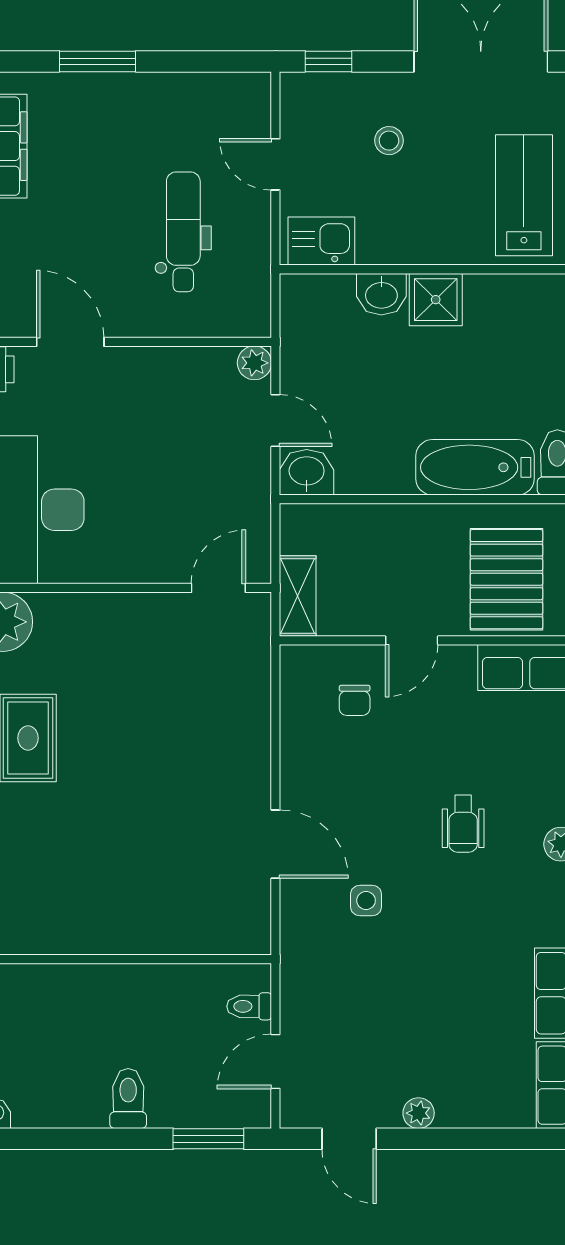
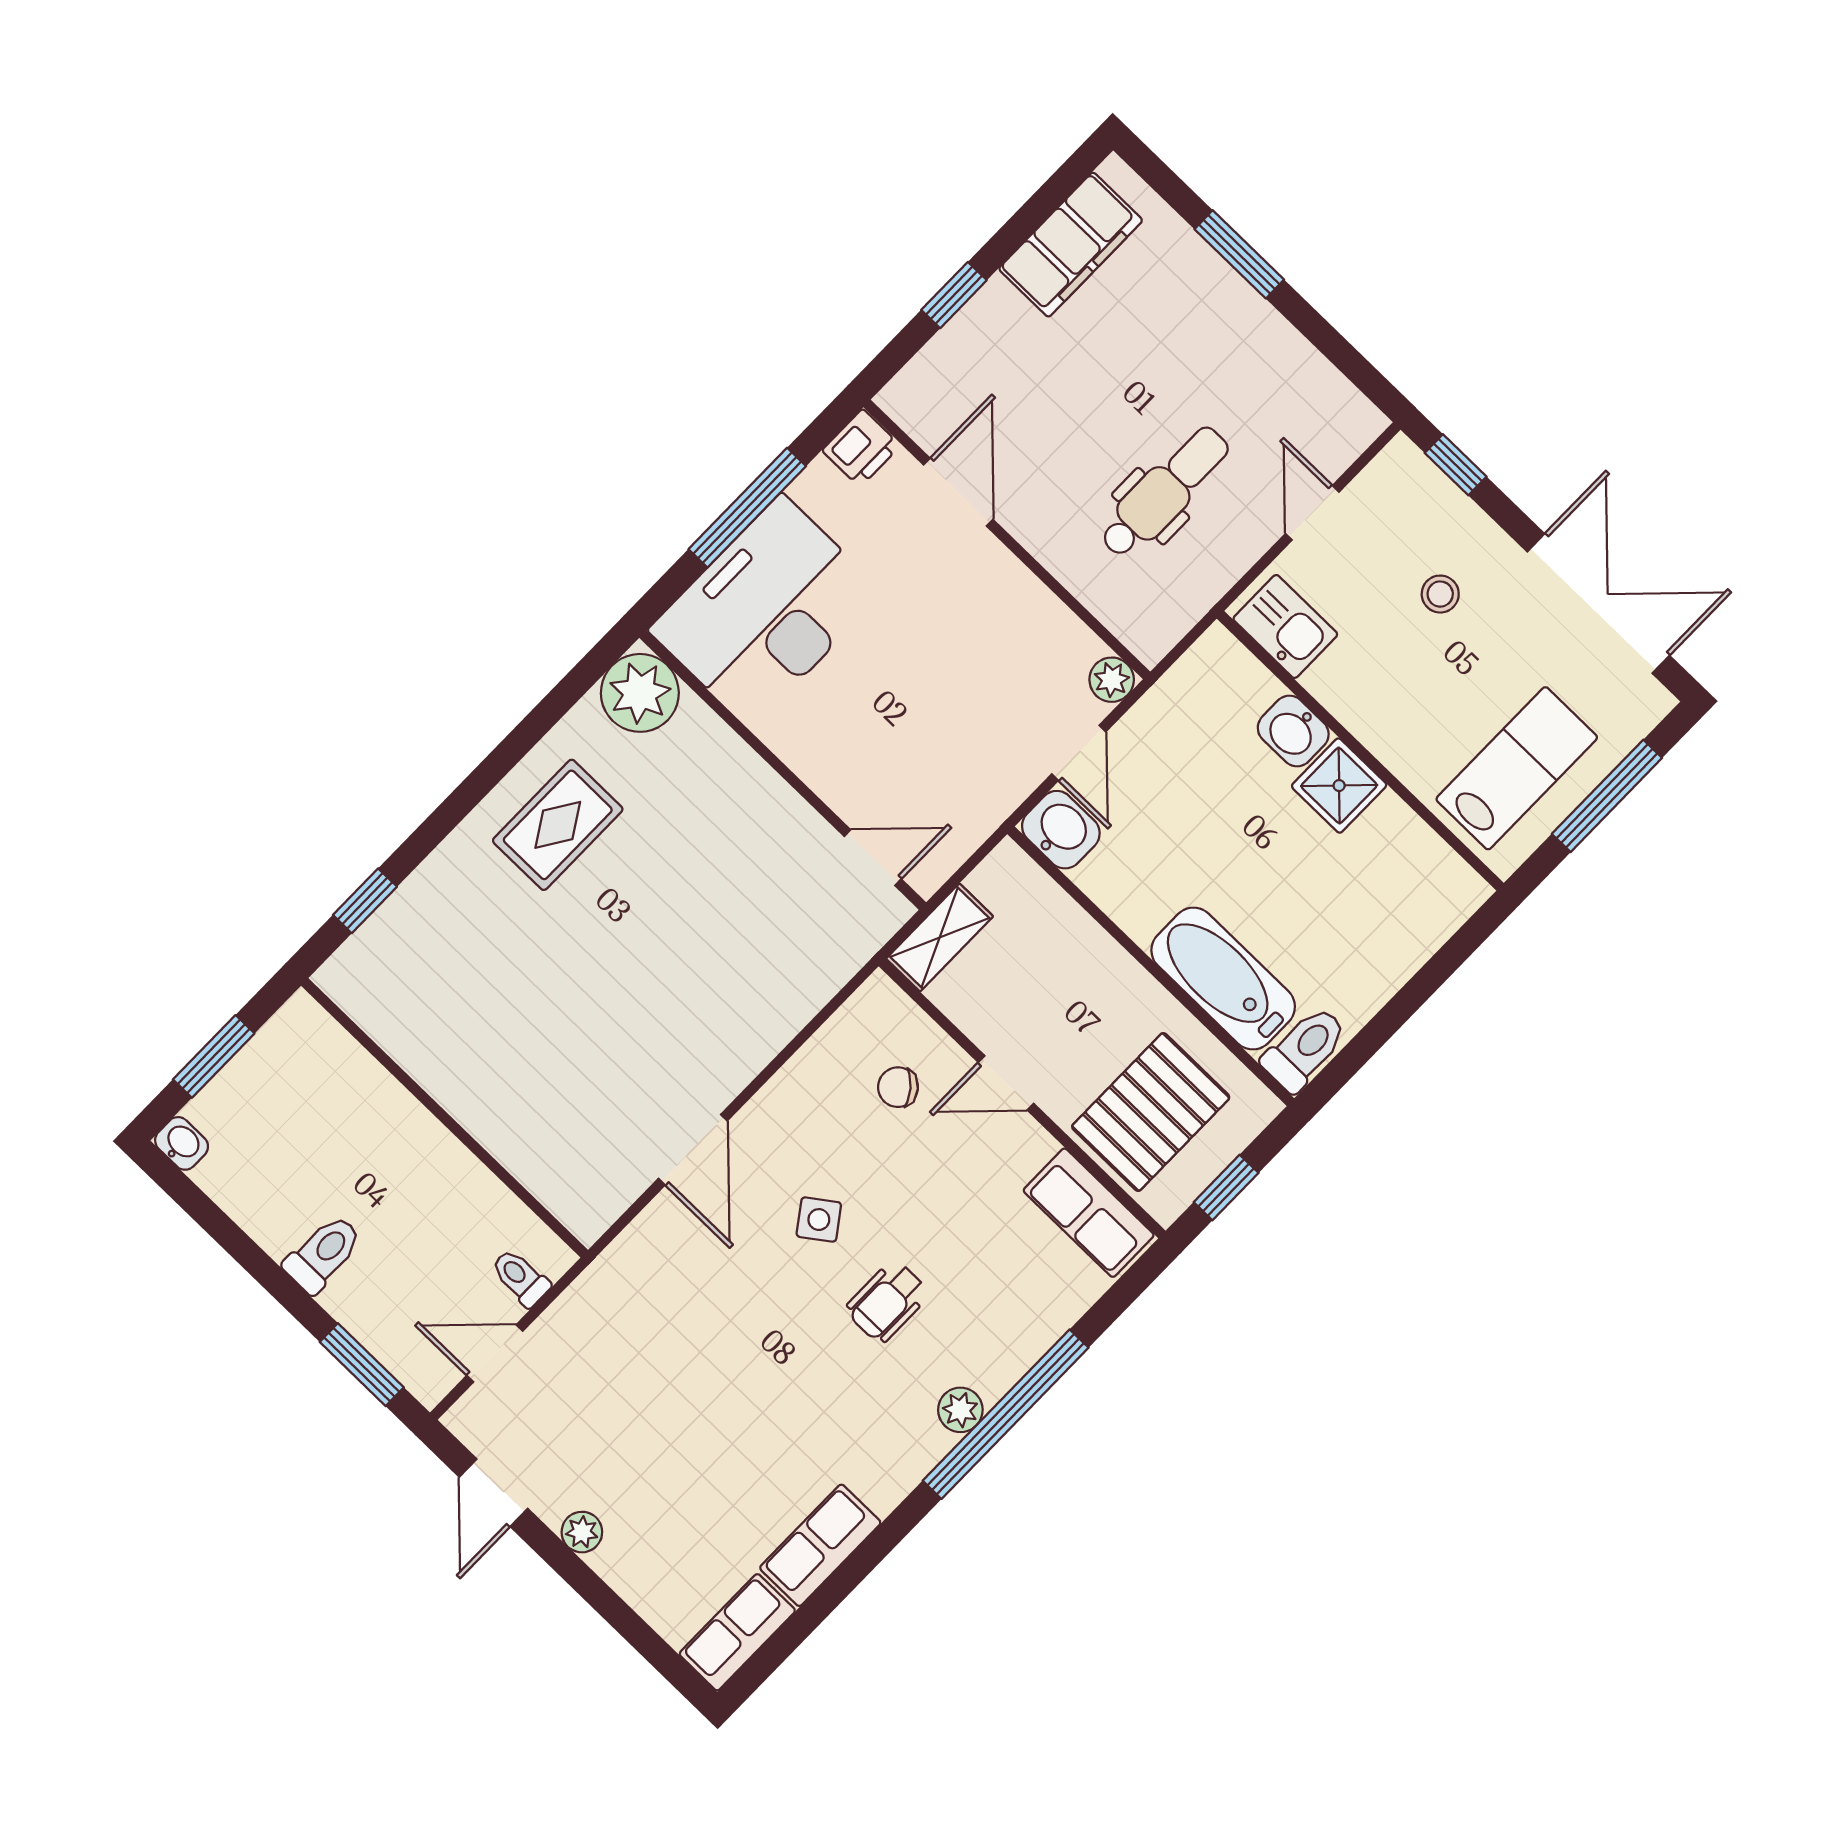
chair: (355, 700) -> (898, 1087), turned 50
side table: (366, 901) -> (819, 1220), moved, turned -36

